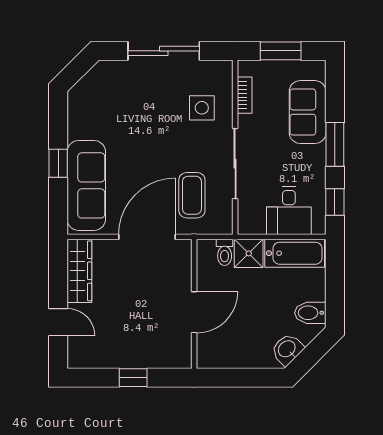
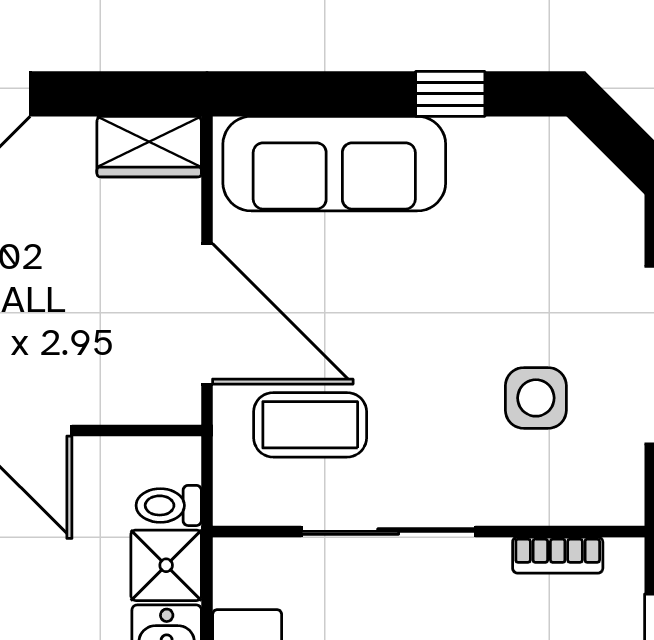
side table: (202, 108) -> (536, 398), moved
window: (58, 163) -> (450, 94), moved
wardrobe: (79, 271) -> (149, 147), width x0.67

